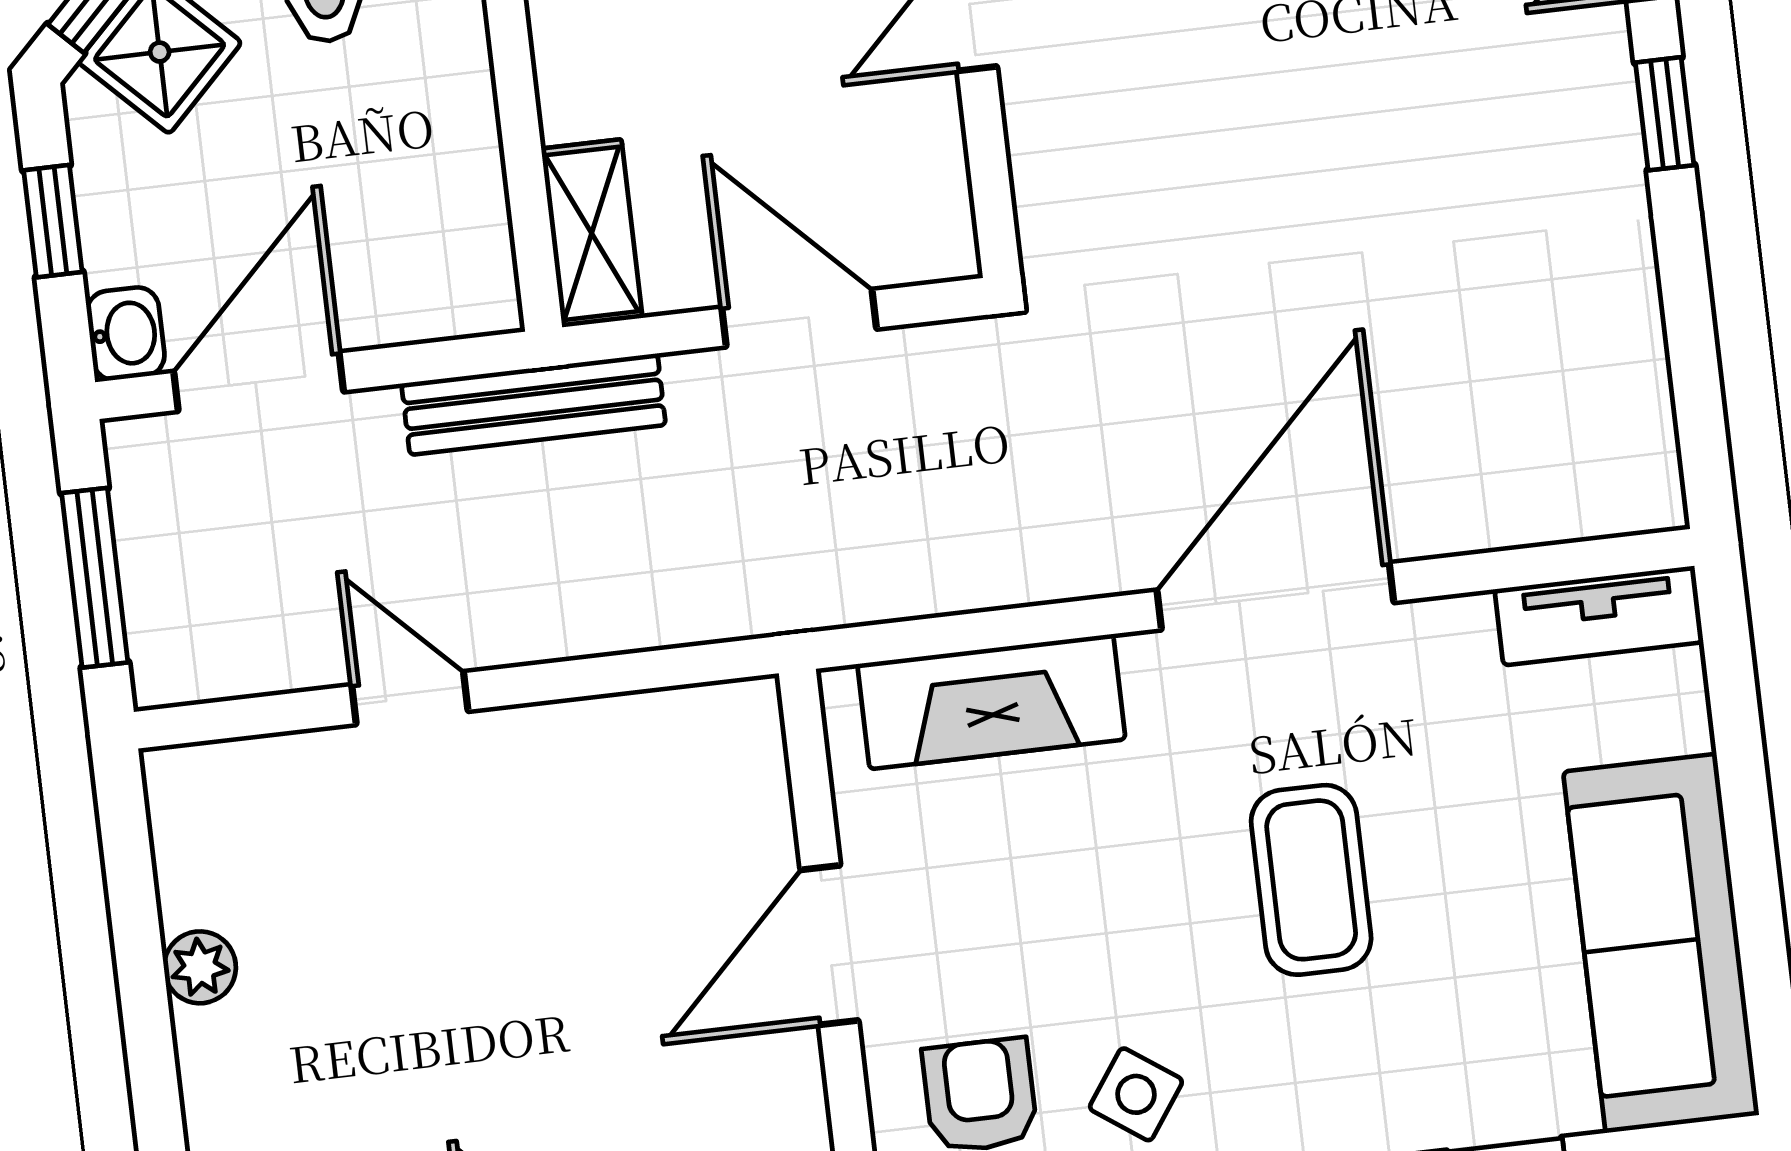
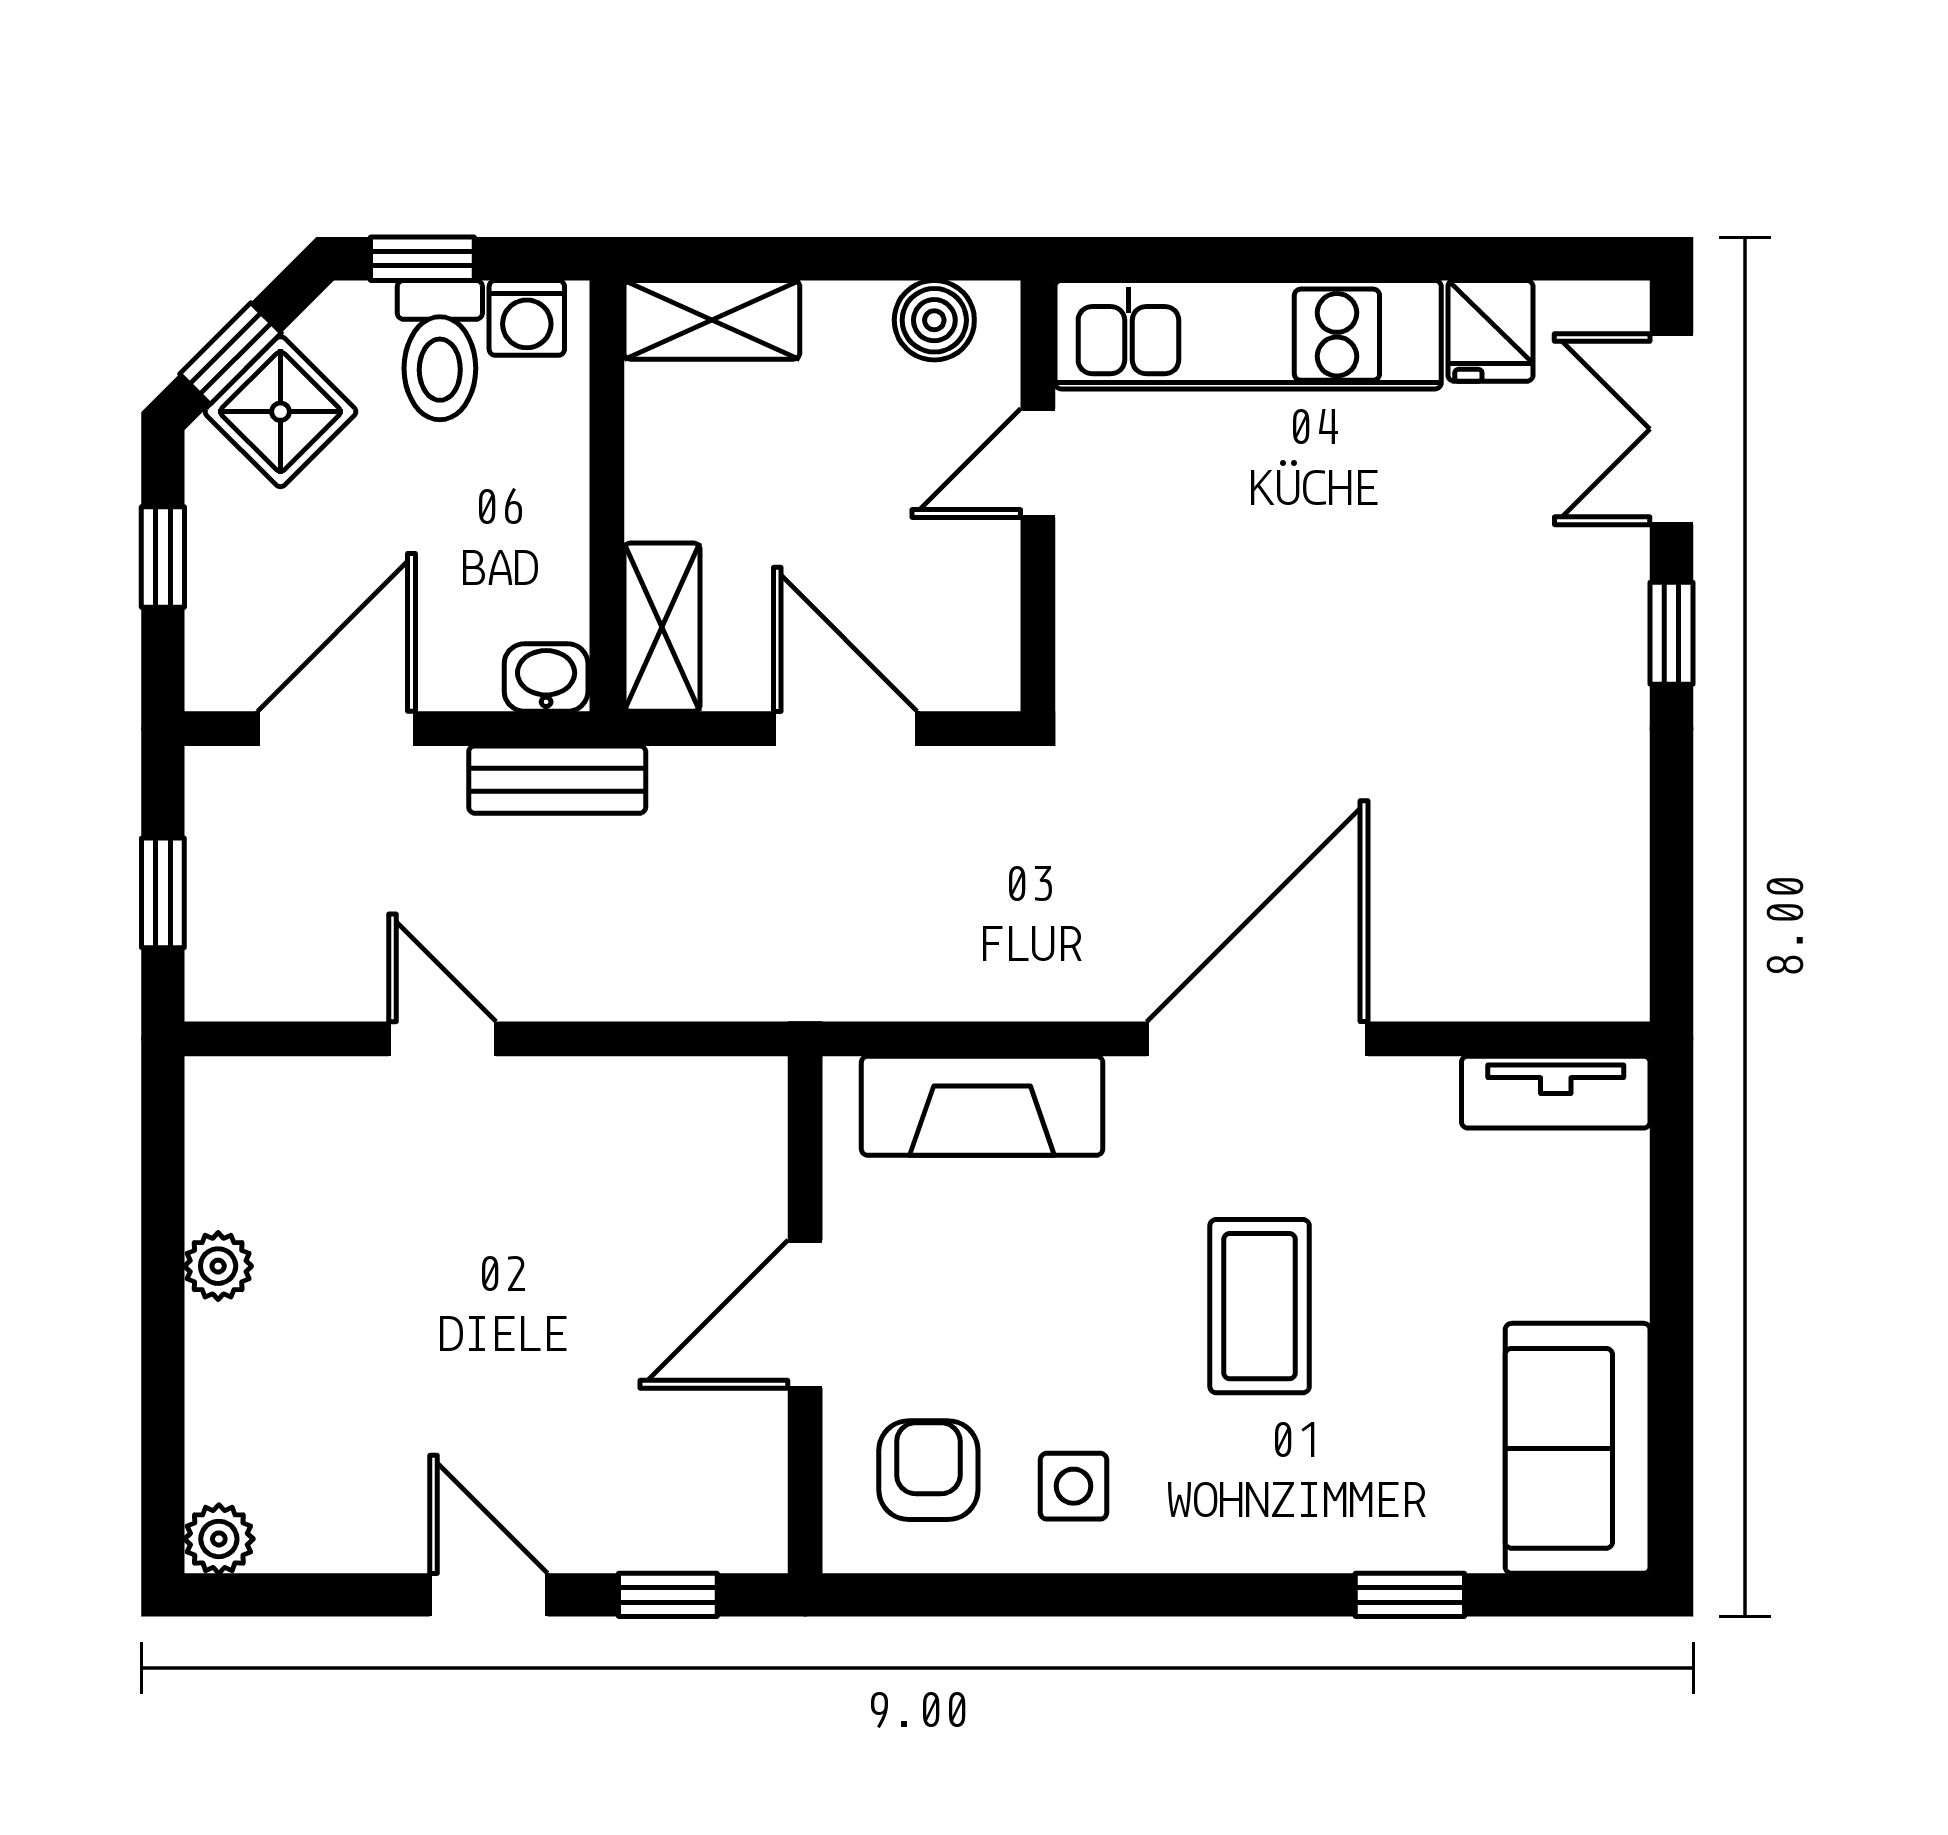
washbasin: (126, 334) -> (546, 677), moved, turned -90
bench: (534, 404) -> (557, 780), width x0.73
window: (95, 578) -> (163, 893), width x0.67
sofa: (1661, 943) -> (1578, 1448), width x0.73
side table: (1136, 1094) -> (1074, 1486), turned -35

